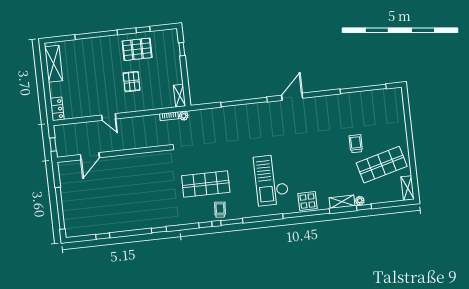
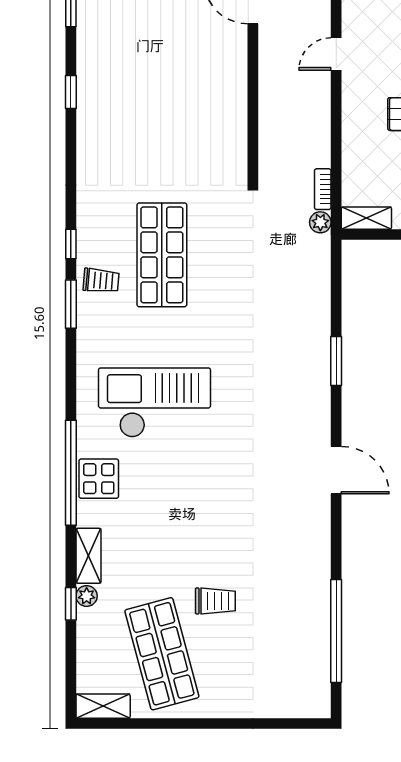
window: (244, 102) -> (336, 361), width x0.47
window: (159, 230) -> (71, 92), moved

